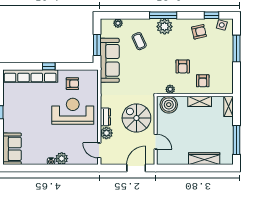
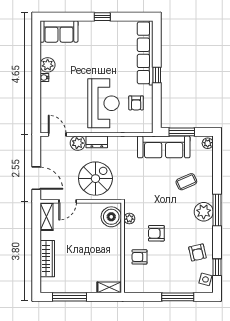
plant: (118, 23) -> (208, 143), moved
shelving: (200, 101) -> (46, 217), moved
door: (99, 150) -> (57, 134), hinge flipped
plant: (62, 159) -> (48, 65), moved

